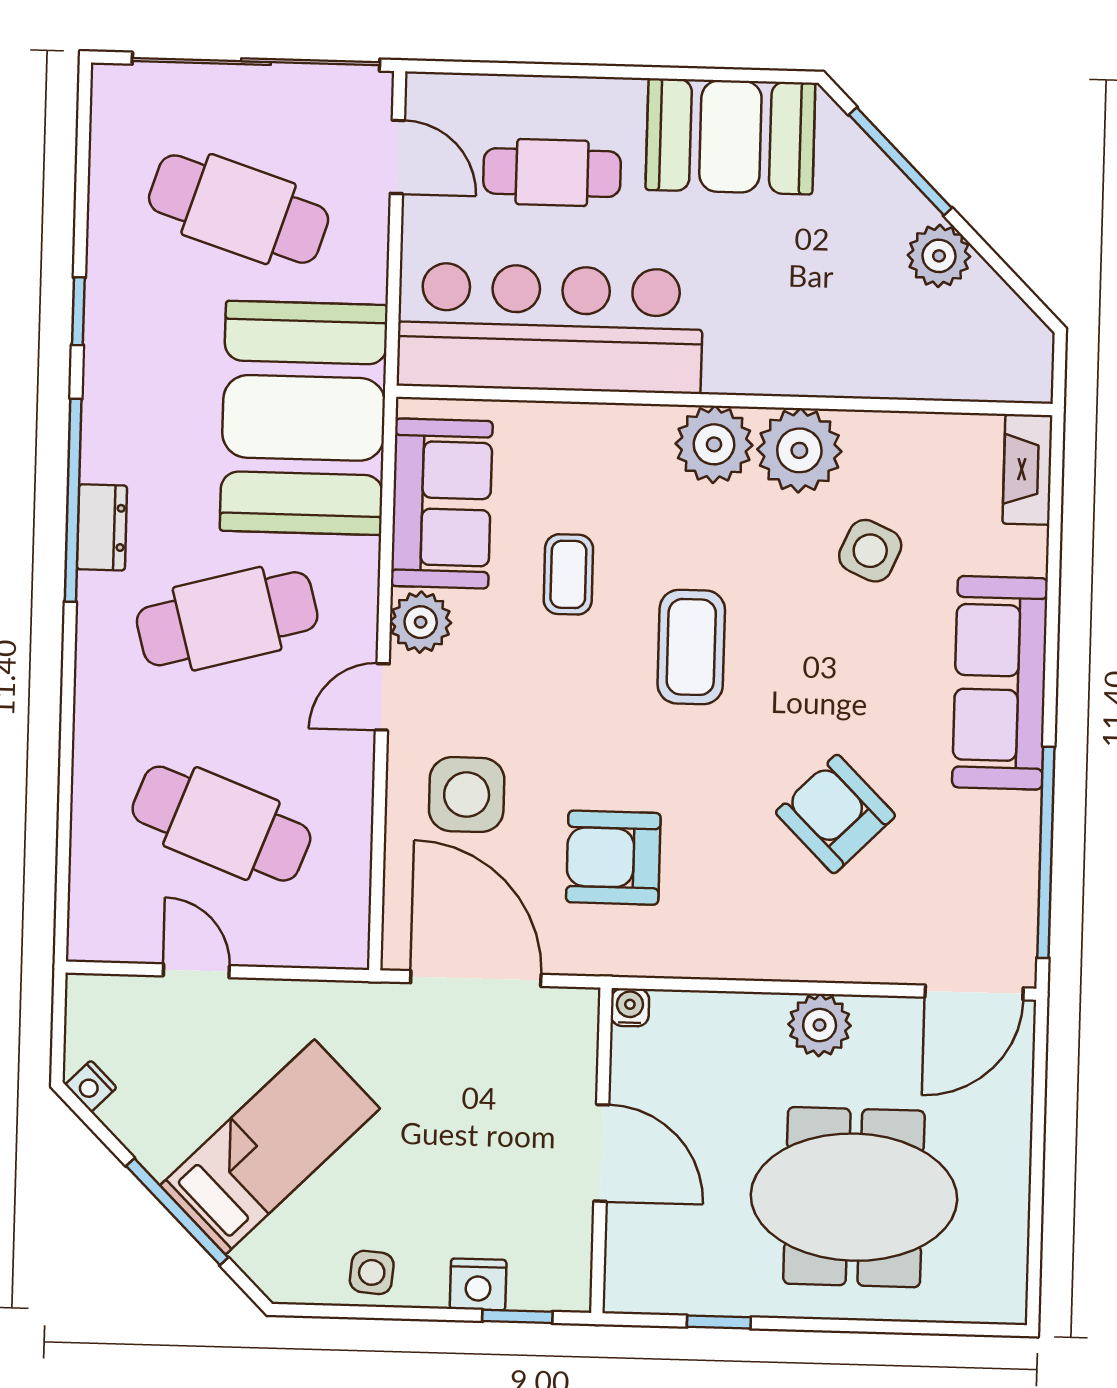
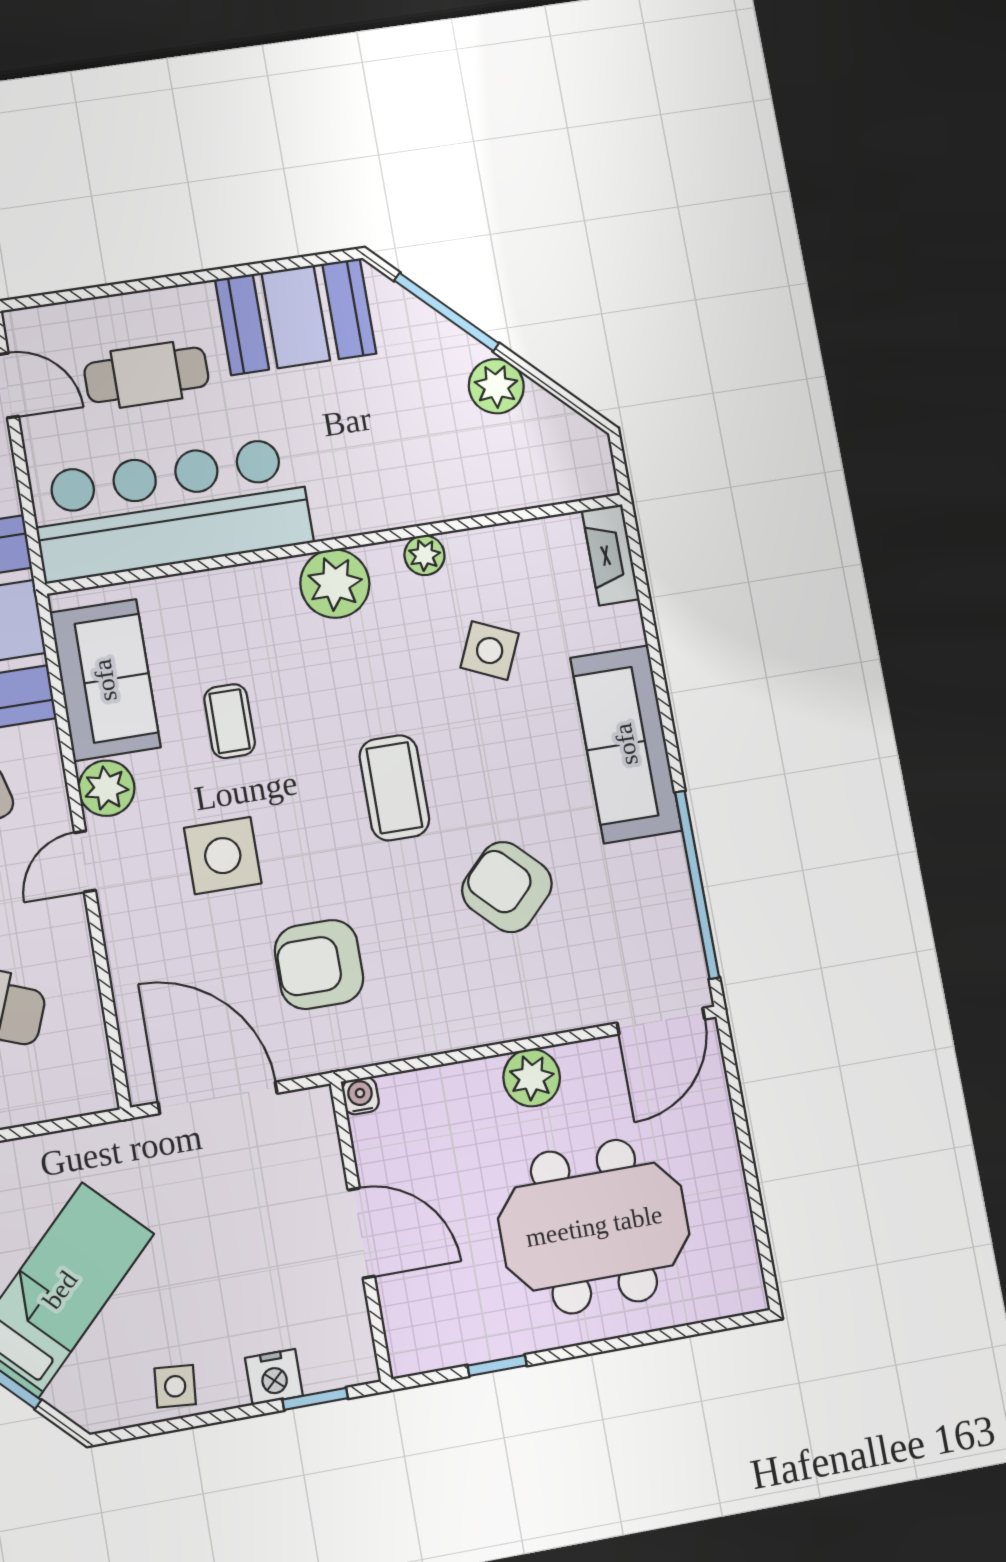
plant: (799, 450) -> (424, 555), width x0.53, depth x0.53
coffee table: (691, 647) -> (394, 788), moved
side table: (467, 795) -> (223, 856), moved

